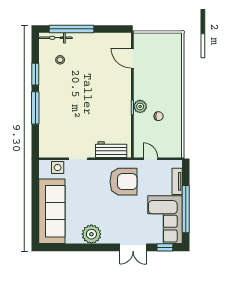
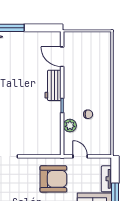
plant: (140, 106) -> (70, 126), moved
workbench: (111, 150) -> (53, 85), moved, turned -90

